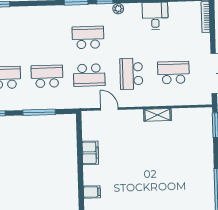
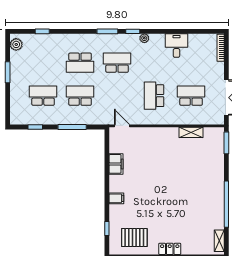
school desk: (89, 75) -> (80, 63), moved
door: (109, 109) -> (122, 126), moved
shelving: (157, 115) -> (191, 132), moved

